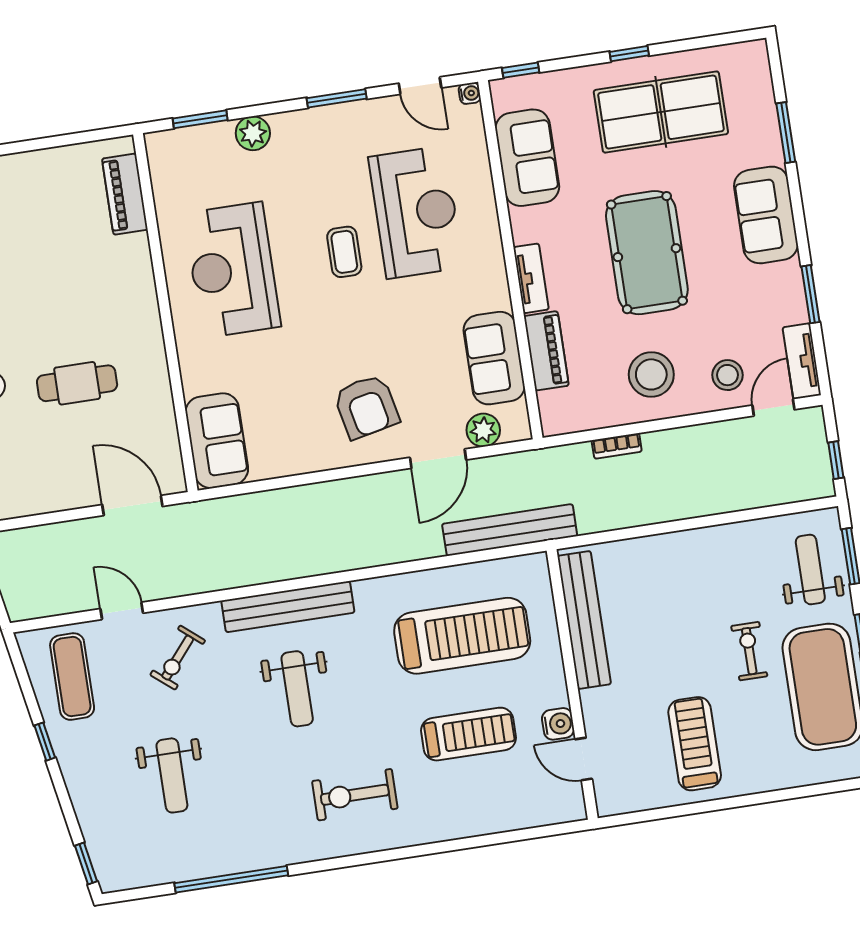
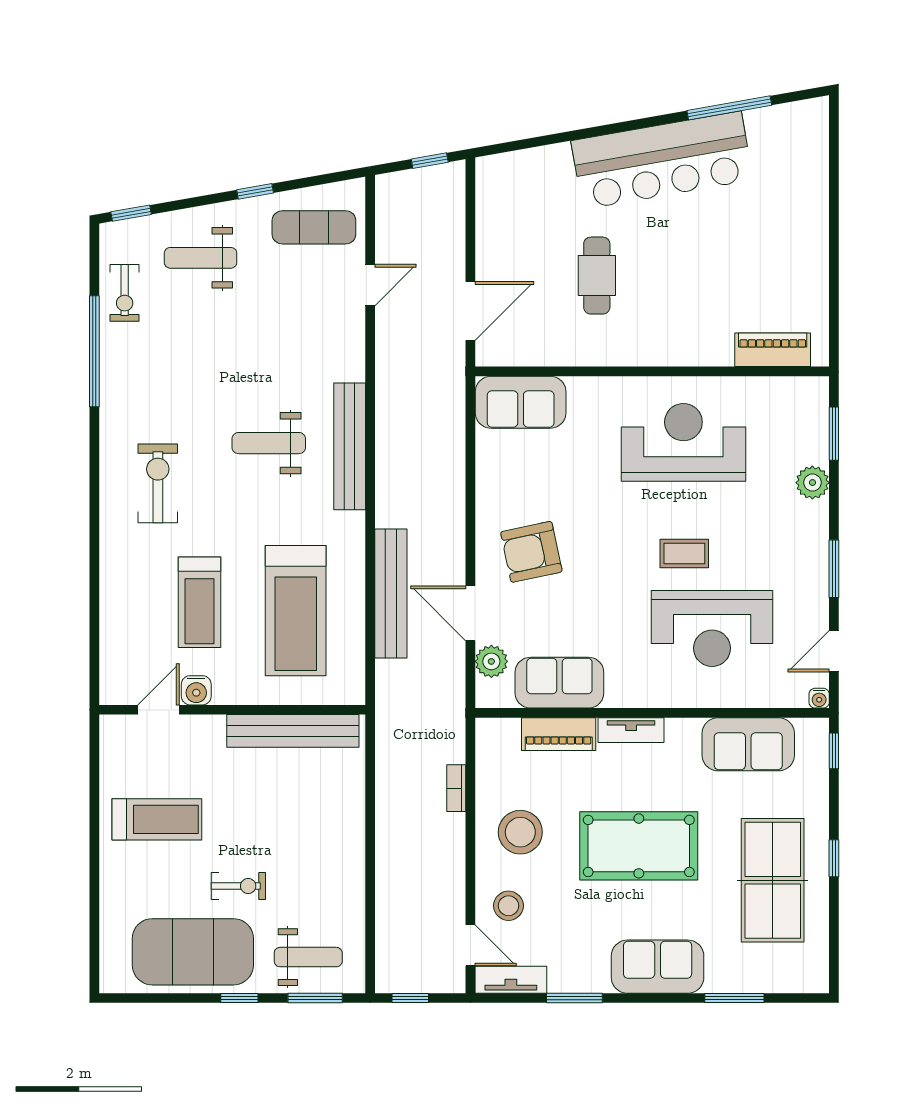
bench: (510, 530) -> (391, 593), moved
exercise bike: (178, 658) -> (125, 293), moved, turned -130
weight bench: (172, 775) -> (201, 258), moved

